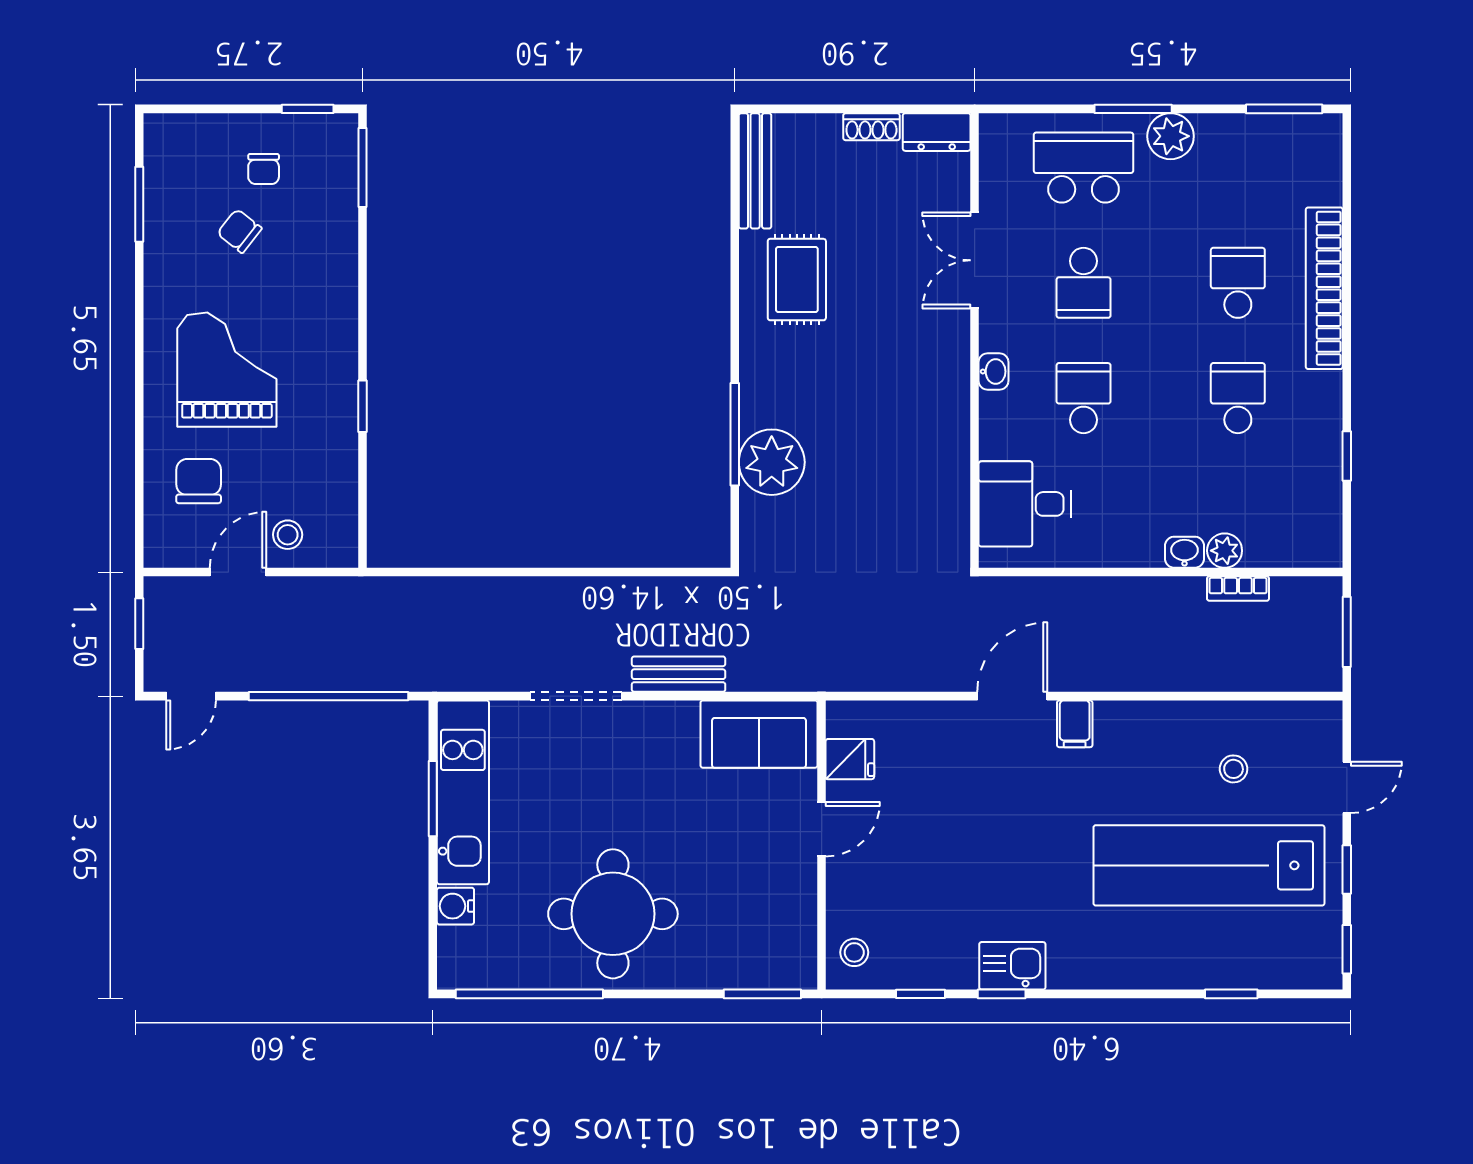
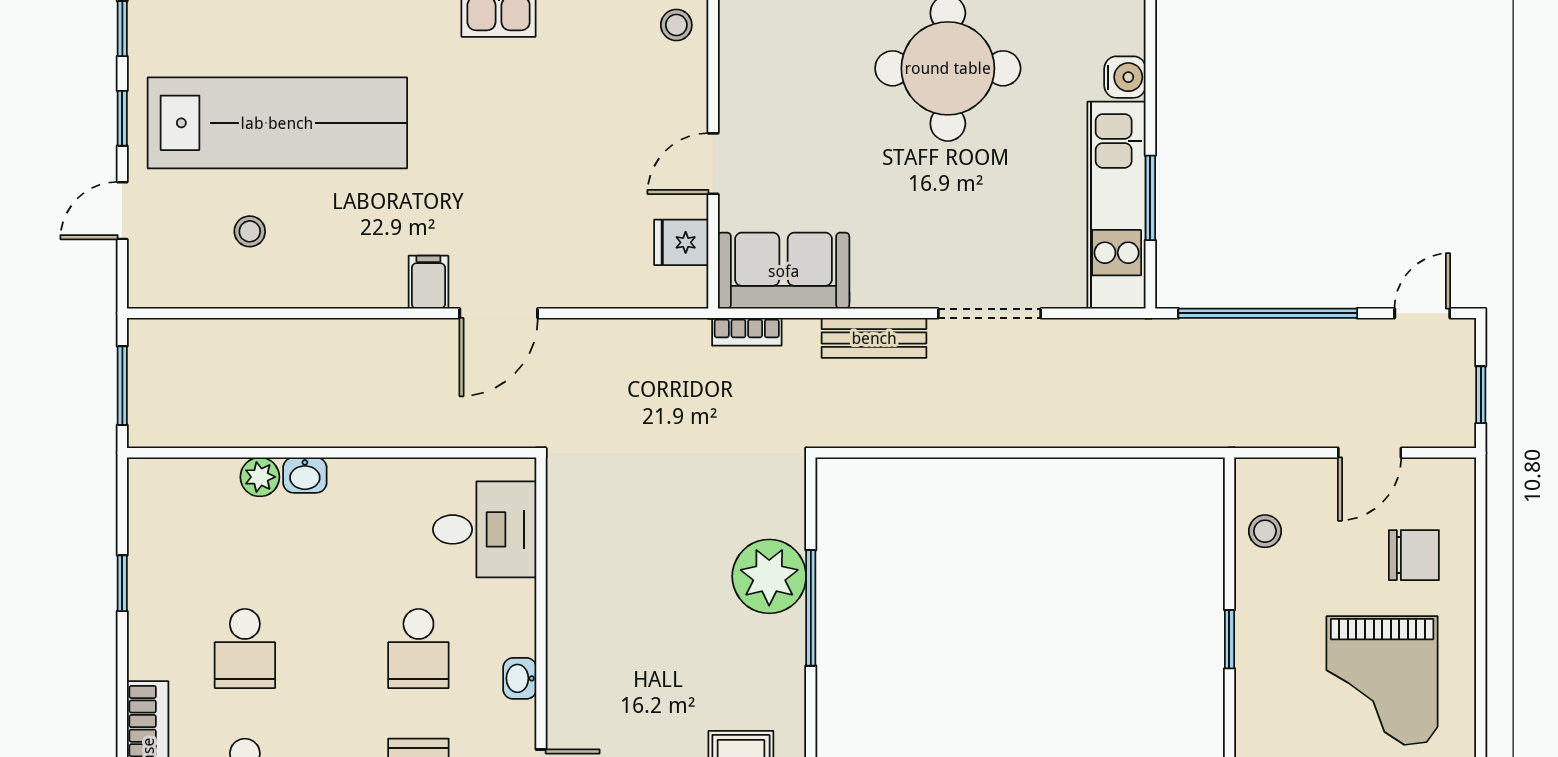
chair: (199, 481) -> (1414, 555), turned -90
stool: (288, 535) -> (1265, 531), moved
bookcase: (1238, 589) -> (747, 332), moved, turned 180

